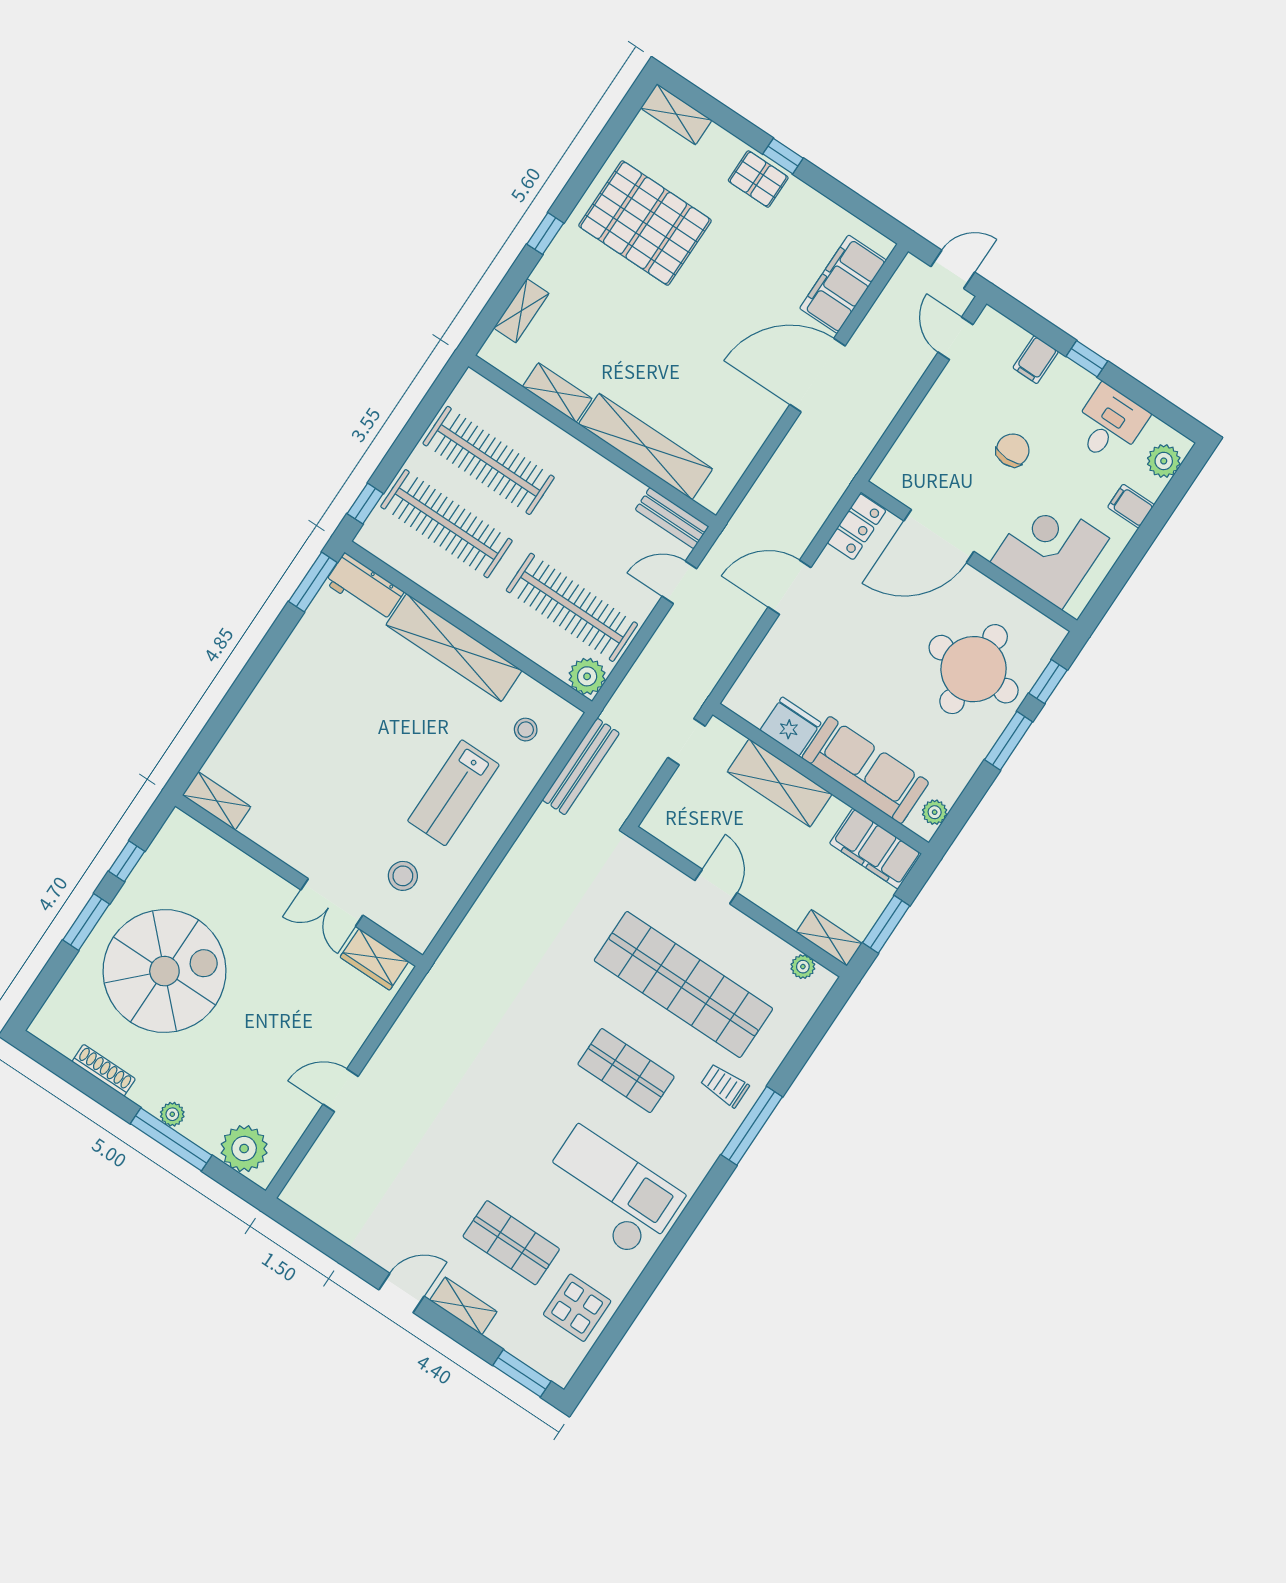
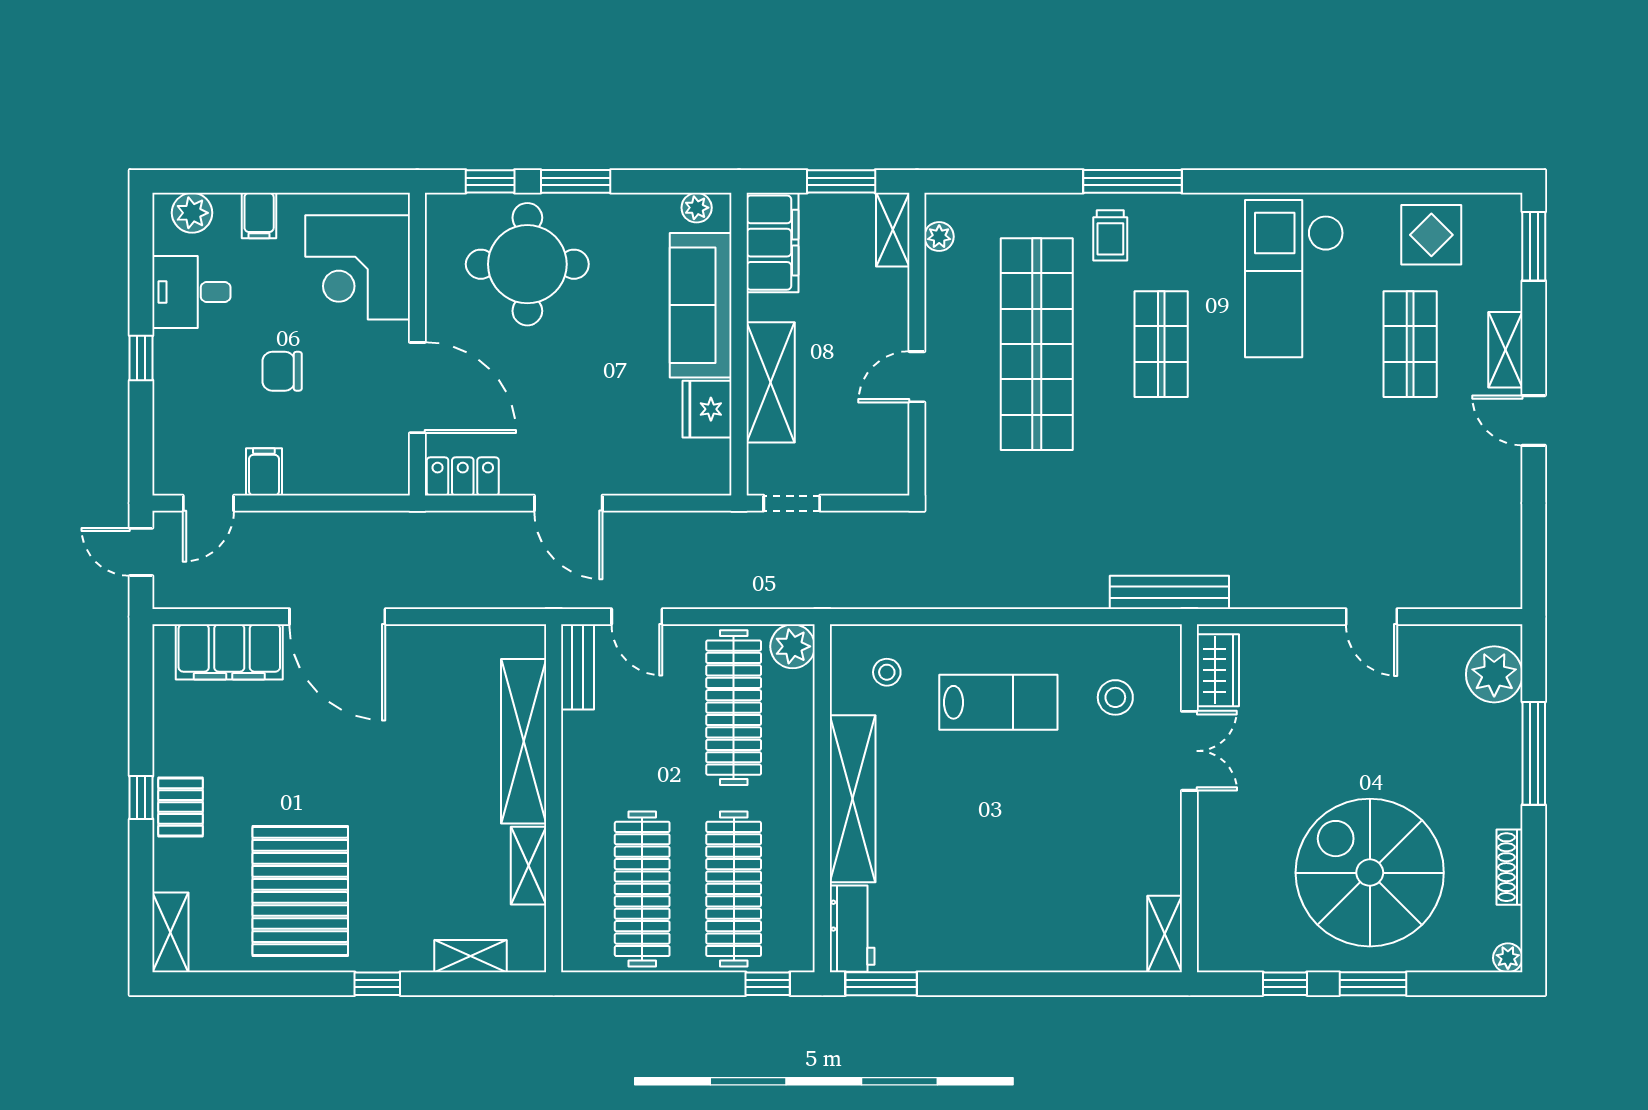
filing cabinet: (1036, 360) -> (264, 472), moved, turned -90
bench: (581, 766) -> (1169, 592), moved
plant: (172, 1114) -> (1508, 958), moved

